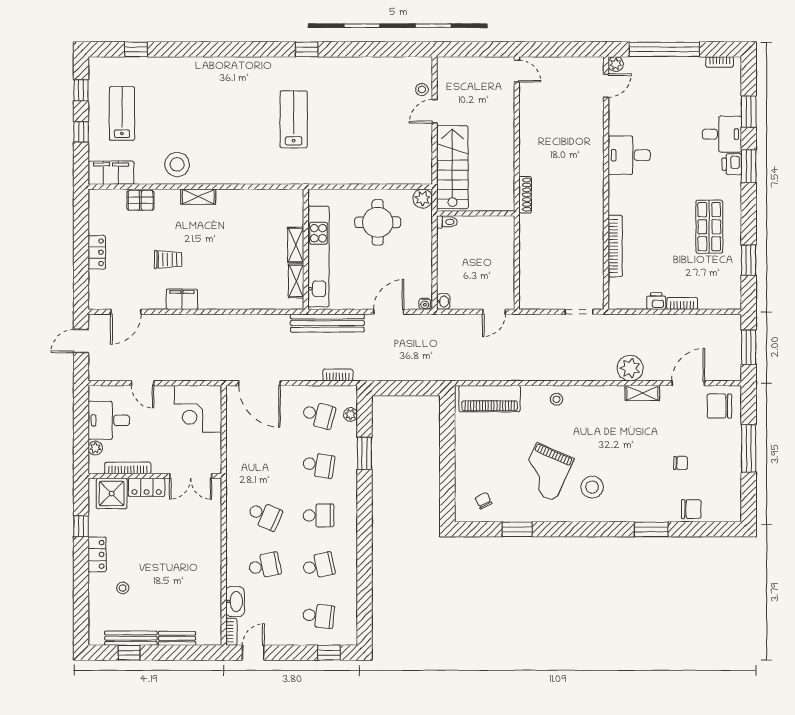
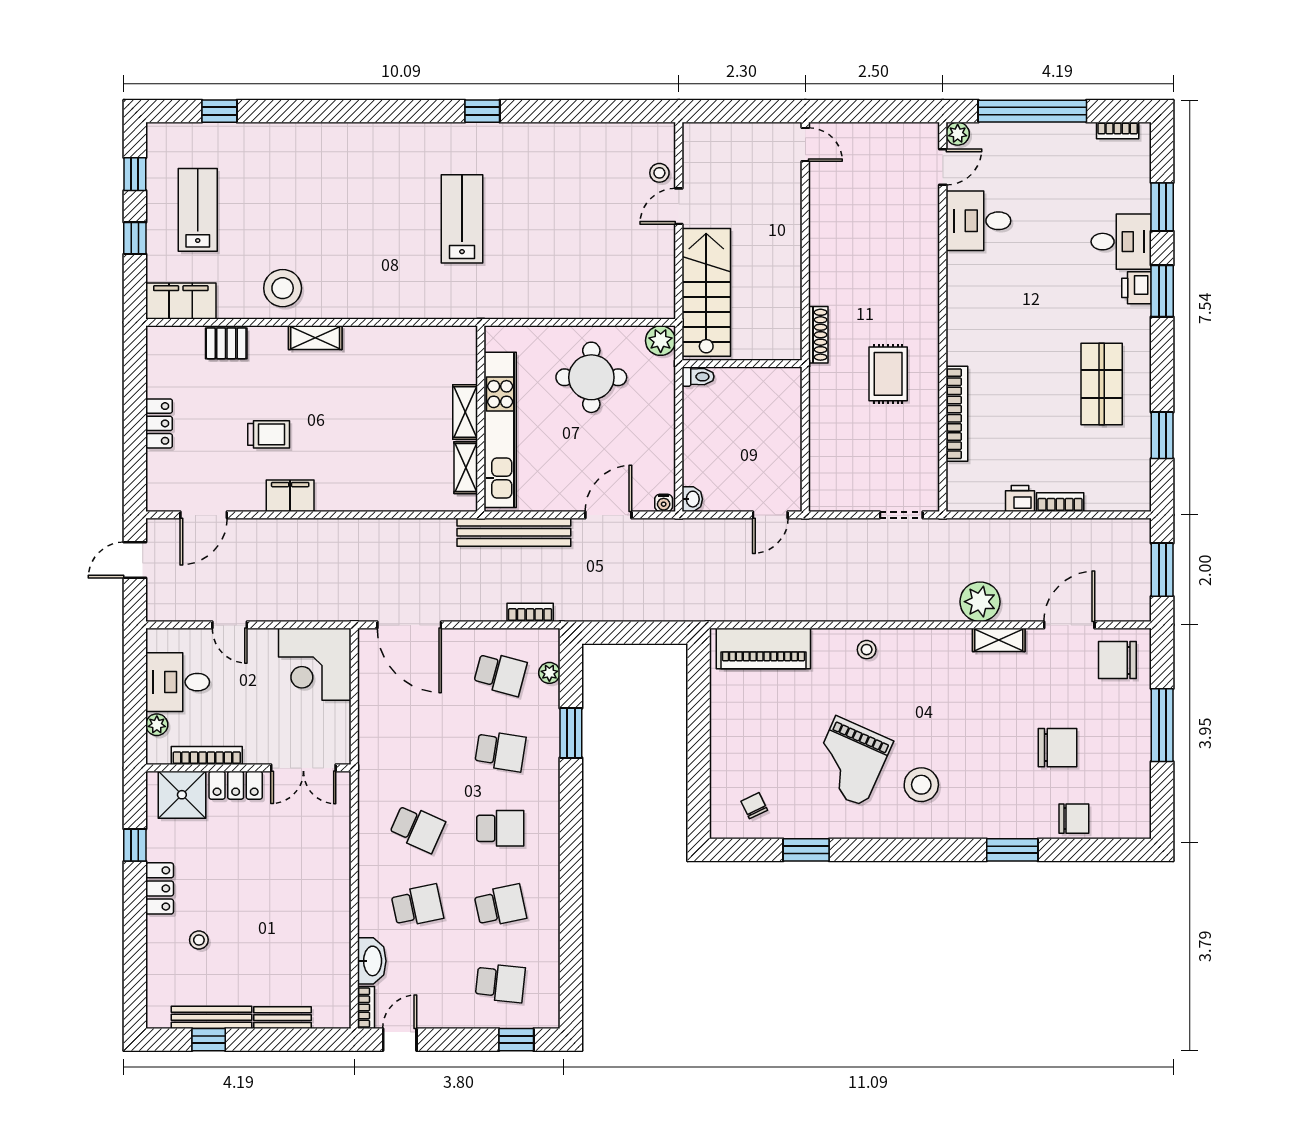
desk: (629, 155) -> (978, 221), moved
rug: (571, 220) -> (888, 374), added
chair: (681, 463) -> (1057, 748), width x1.87, depth x1.87

